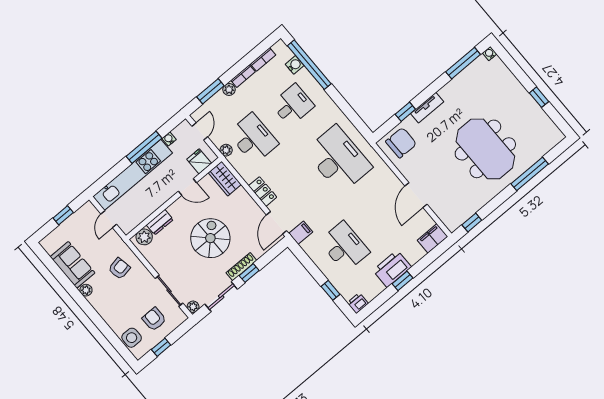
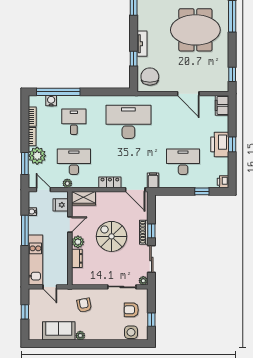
plant: (229, 90) -> (37, 156), width x1.87, depth x1.87
kitchen unit: (133, 175) -> (35, 260), width x0.73
plant: (144, 237) -> (78, 242), moved

